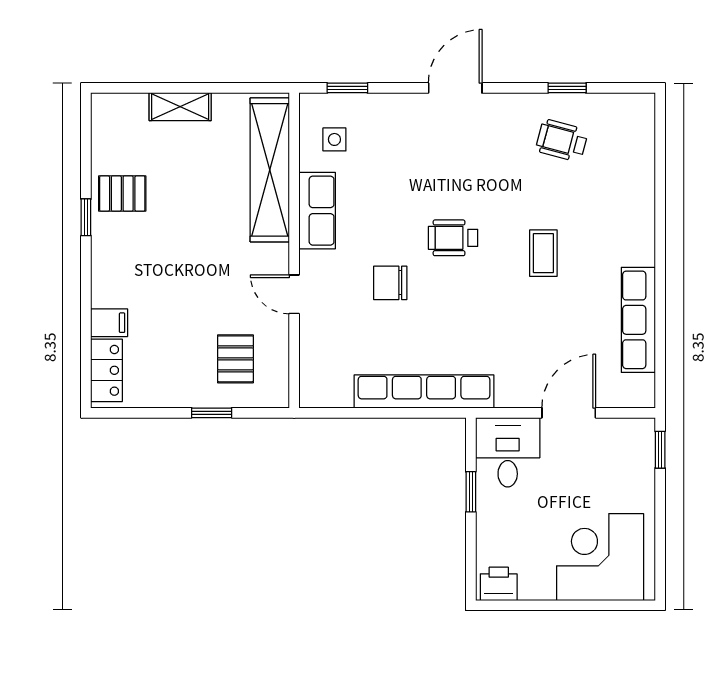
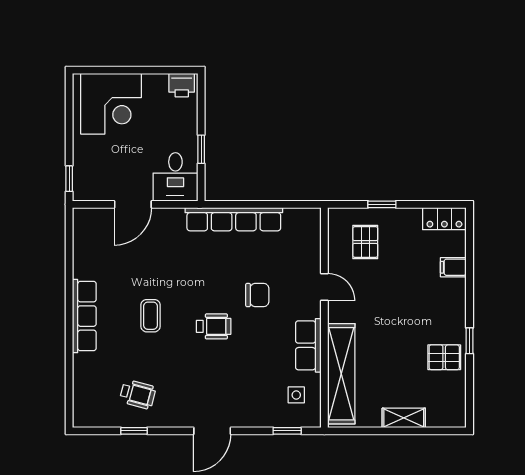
row of seats: (638, 320) -> (84, 316), moved
locker: (106, 370) -> (444, 219), moved, turned -90

